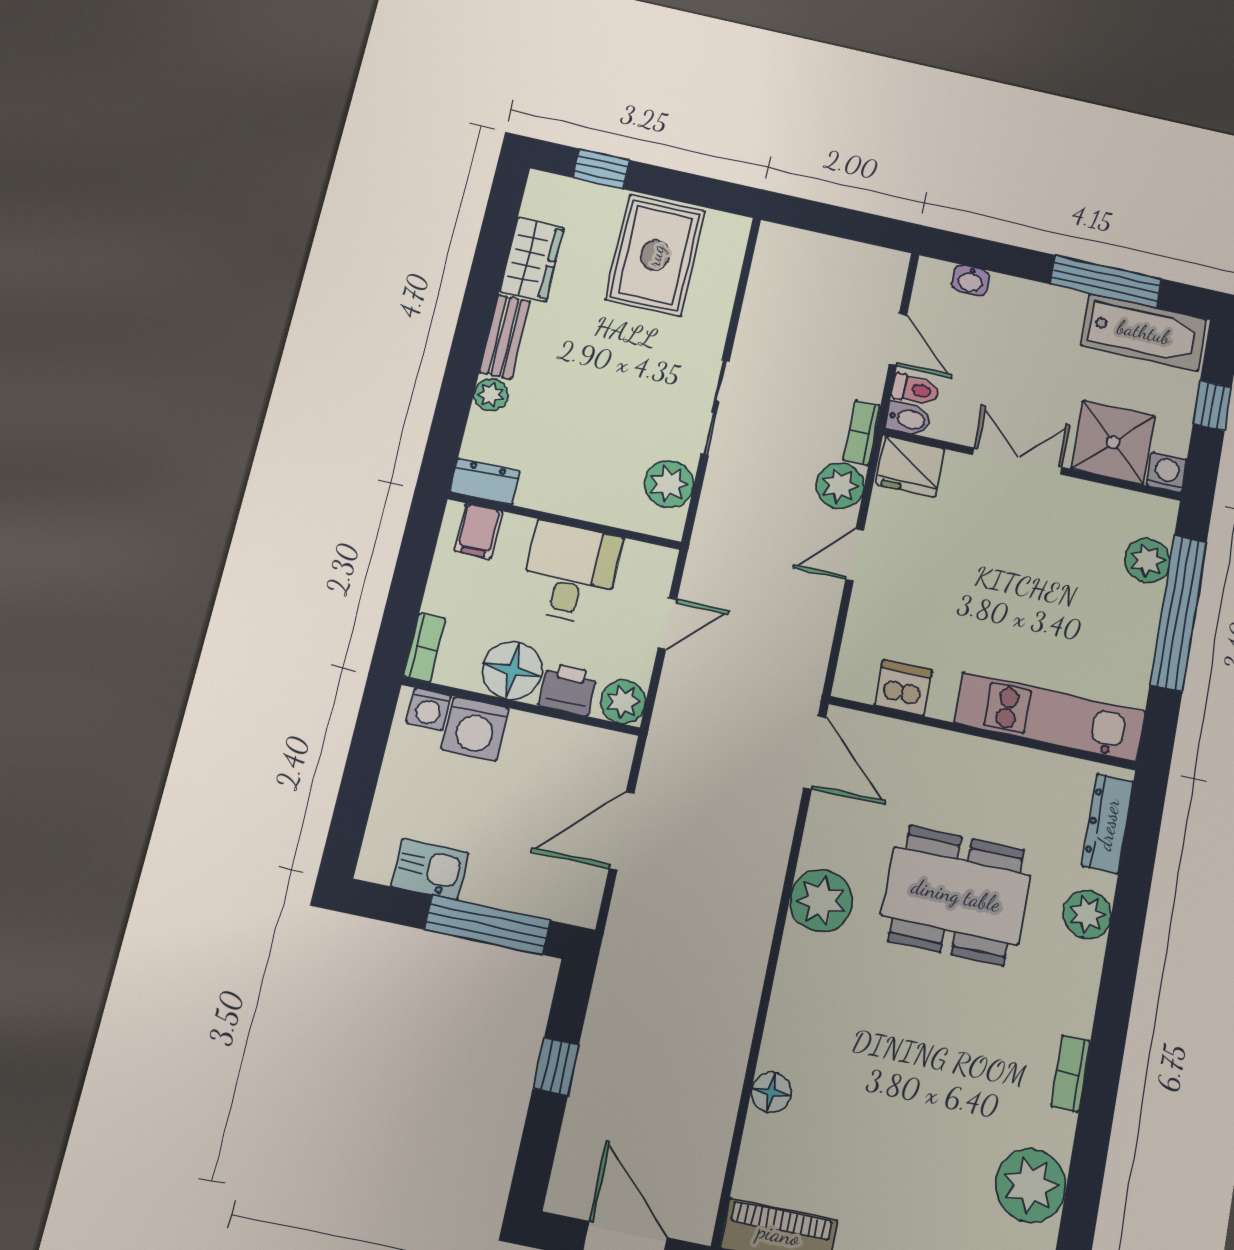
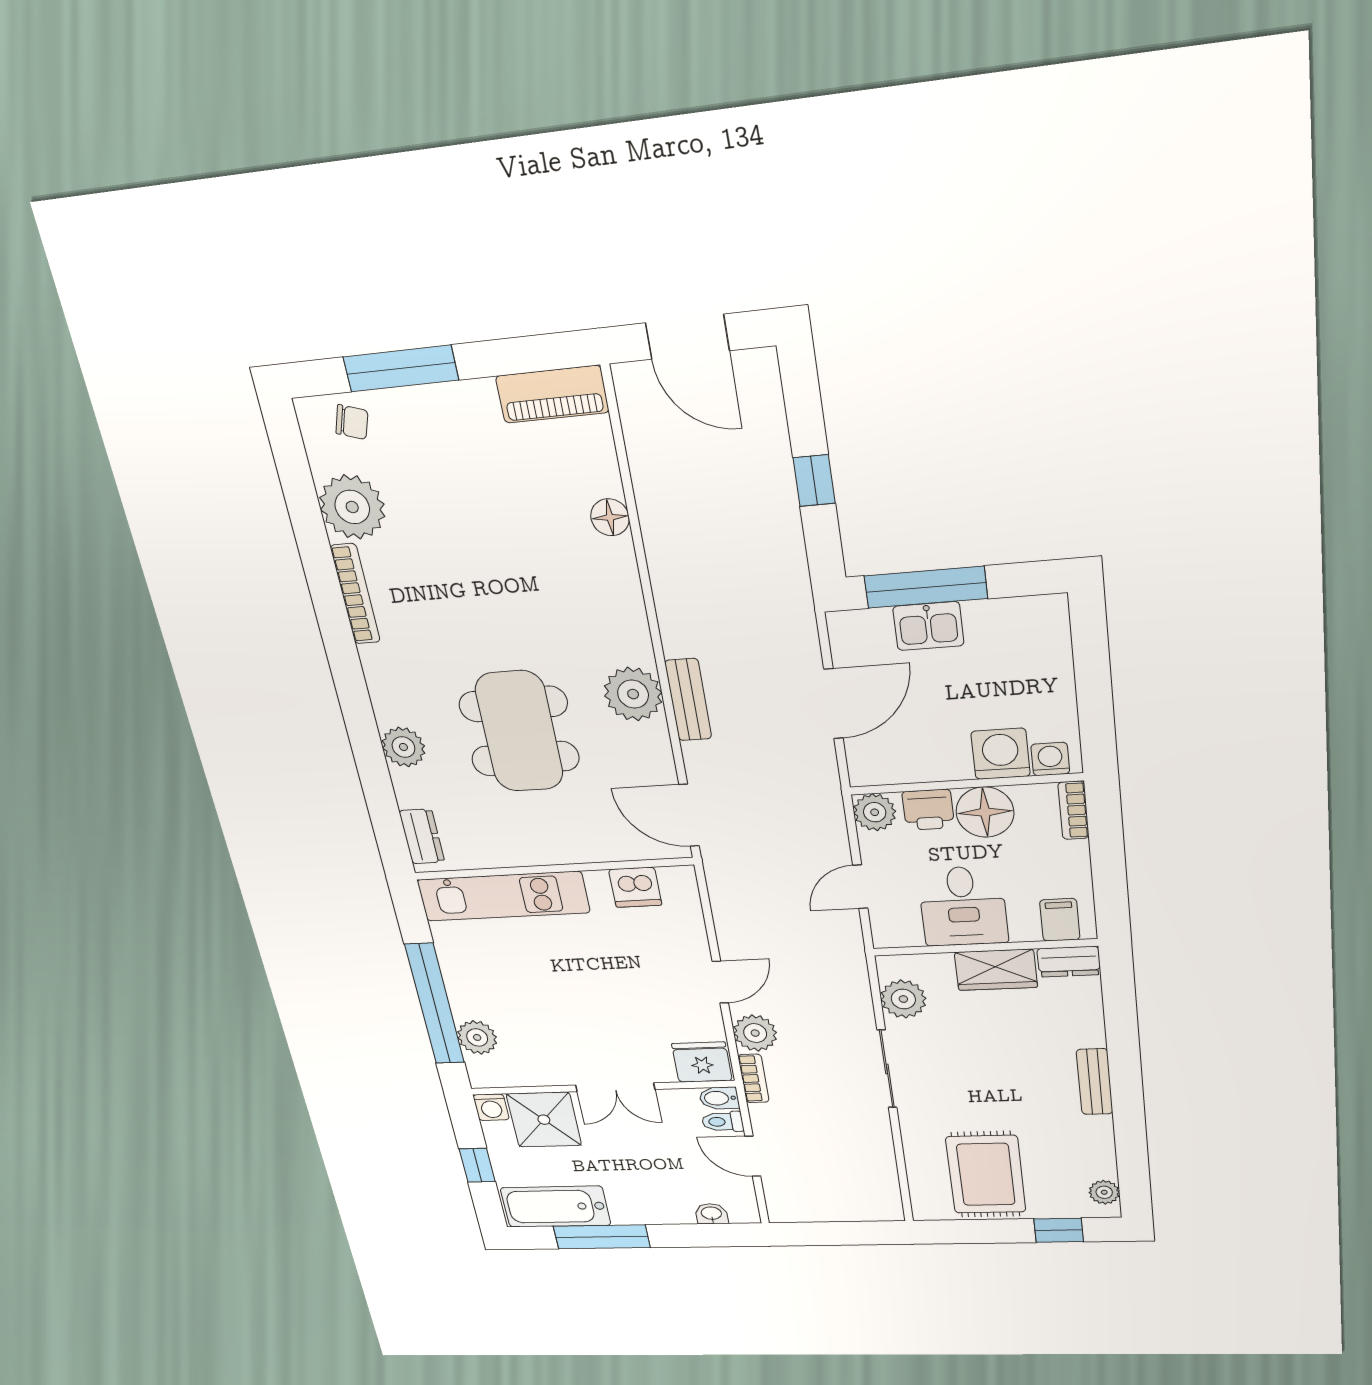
wardrobe: (532, 259) -> (996, 970), moved, turned -90
plant: (491, 395) -> (1104, 1192), moved
dresser: (1108, 824) -> (422, 836), width x0.70
kitchen sink: (430, 869) -> (928, 626), moved
bench: (767, 878) -> (688, 700), added
dining table: (956, 895) -> (519, 731), turned 90
bookcase: (1071, 1074) -> (355, 594), width x1.56

